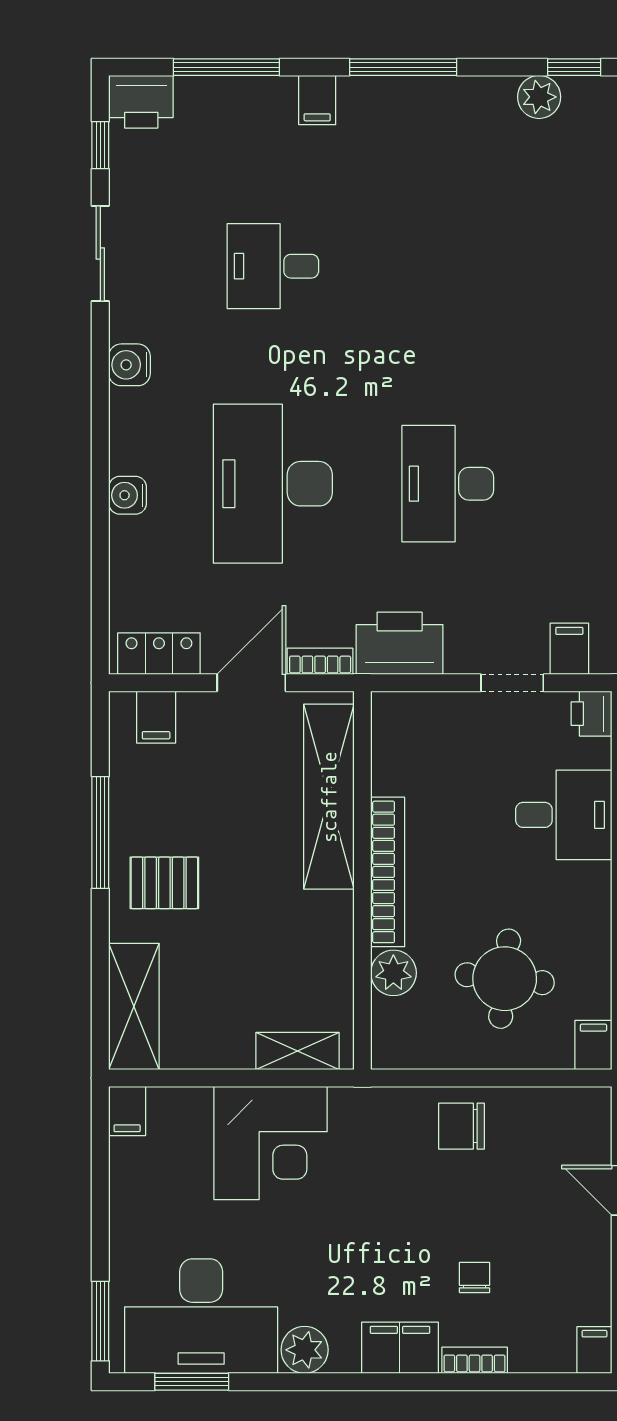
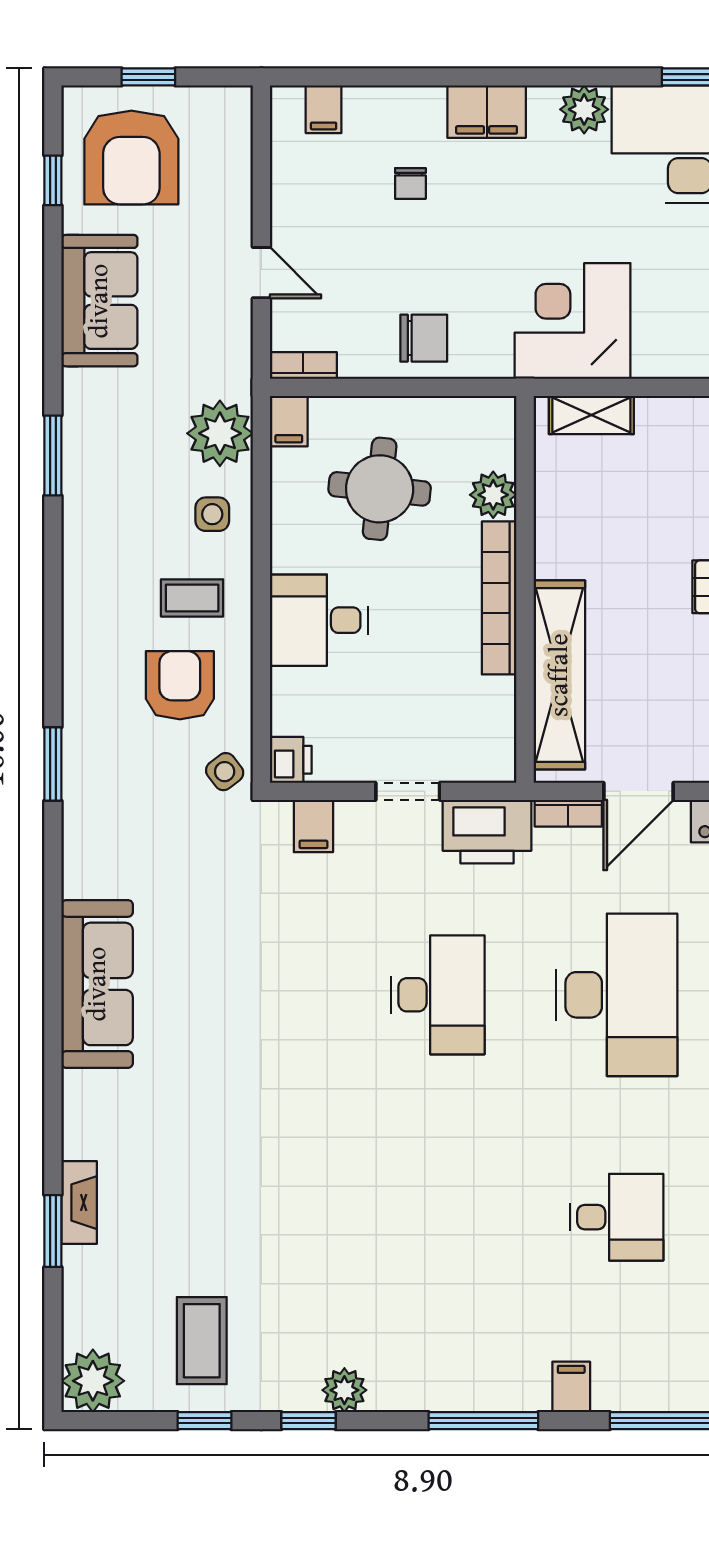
doorway: (512, 683) -> (408, 791), moved
desk: (564, 815) -> (319, 620), moved
corner desk: (271, 1143) -> (573, 321), moved
filing cabinet: (594, 1350) -> (324, 109), moved
bookcase: (475, 1360) -> (303, 365), moved, turned 180

